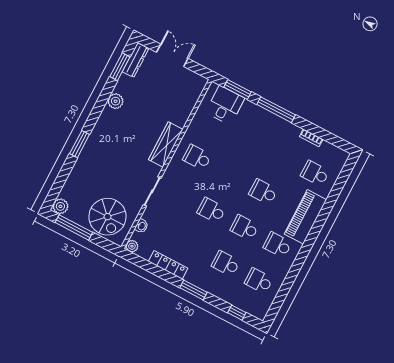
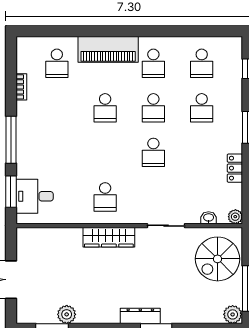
dresser: (136, 60) -> (140, 316), moved
plant: (116, 101) -> (67, 314), moved
spiral stairs: (107, 217) -> (218, 259), turned 180
locker: (168, 265) -> (235, 168), width x0.66

